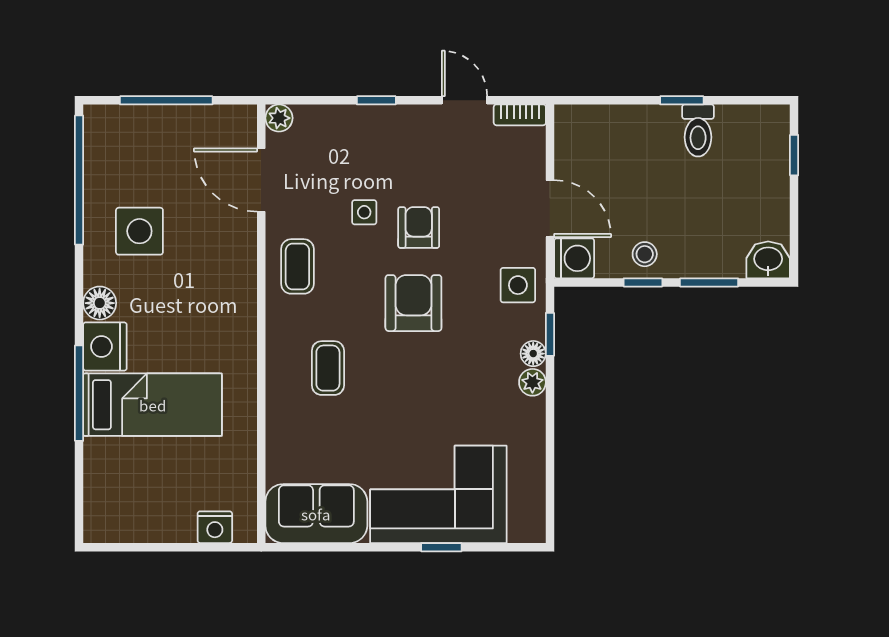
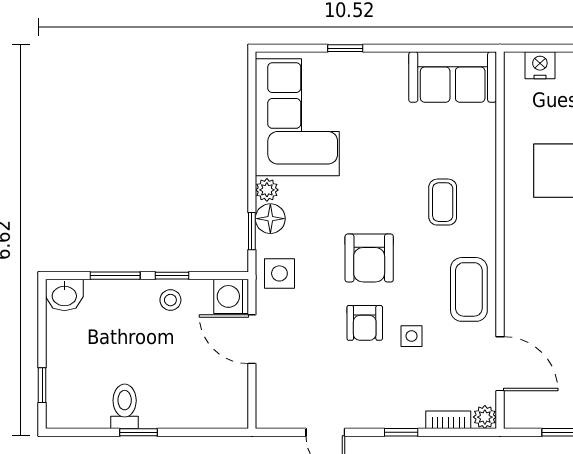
bookcase: (520, 115) -> (448, 420), moved
coffee table: (297, 266) -> (469, 289), width x1.36, depth x1.30
floor lamp: (533, 354) -> (270, 219), width x1.37, depth x1.37
corner sofa: (438, 494) -> (297, 117), moved, turned -90

